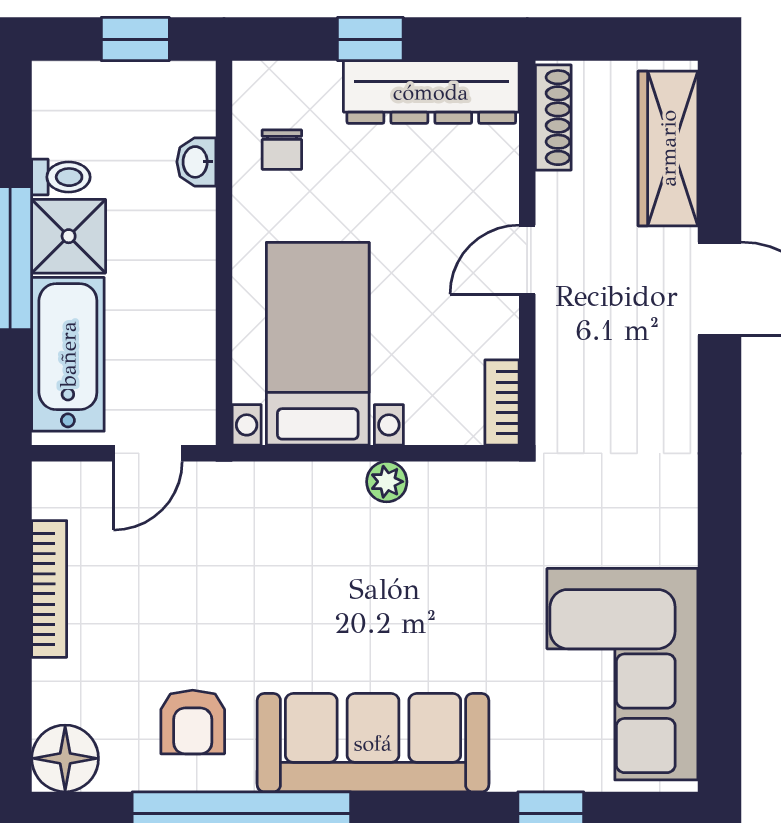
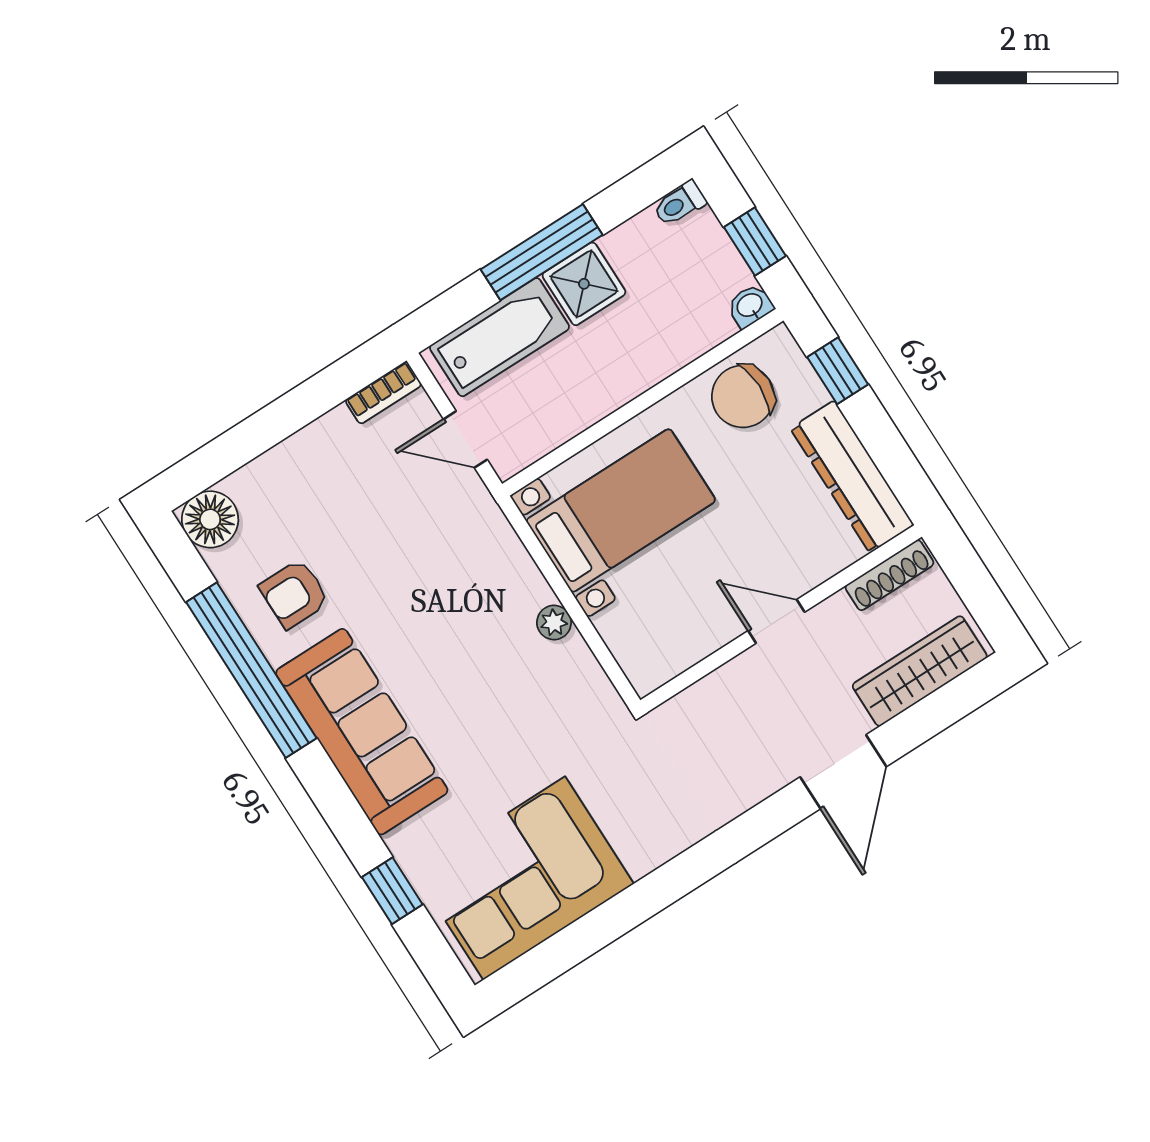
window: (370, 39) -> (838, 371), moved
chair: (282, 150) -> (743, 396), width x1.87, depth x1.87
washbasin: (196, 162) -> (750, 306), moved
toilet: (61, 177) -> (680, 204), moved, turned 90
bookcase: (502, 403) -> (663, 669), removed
bookcase: (49, 589) -> (383, 393), moved, width x0.64

